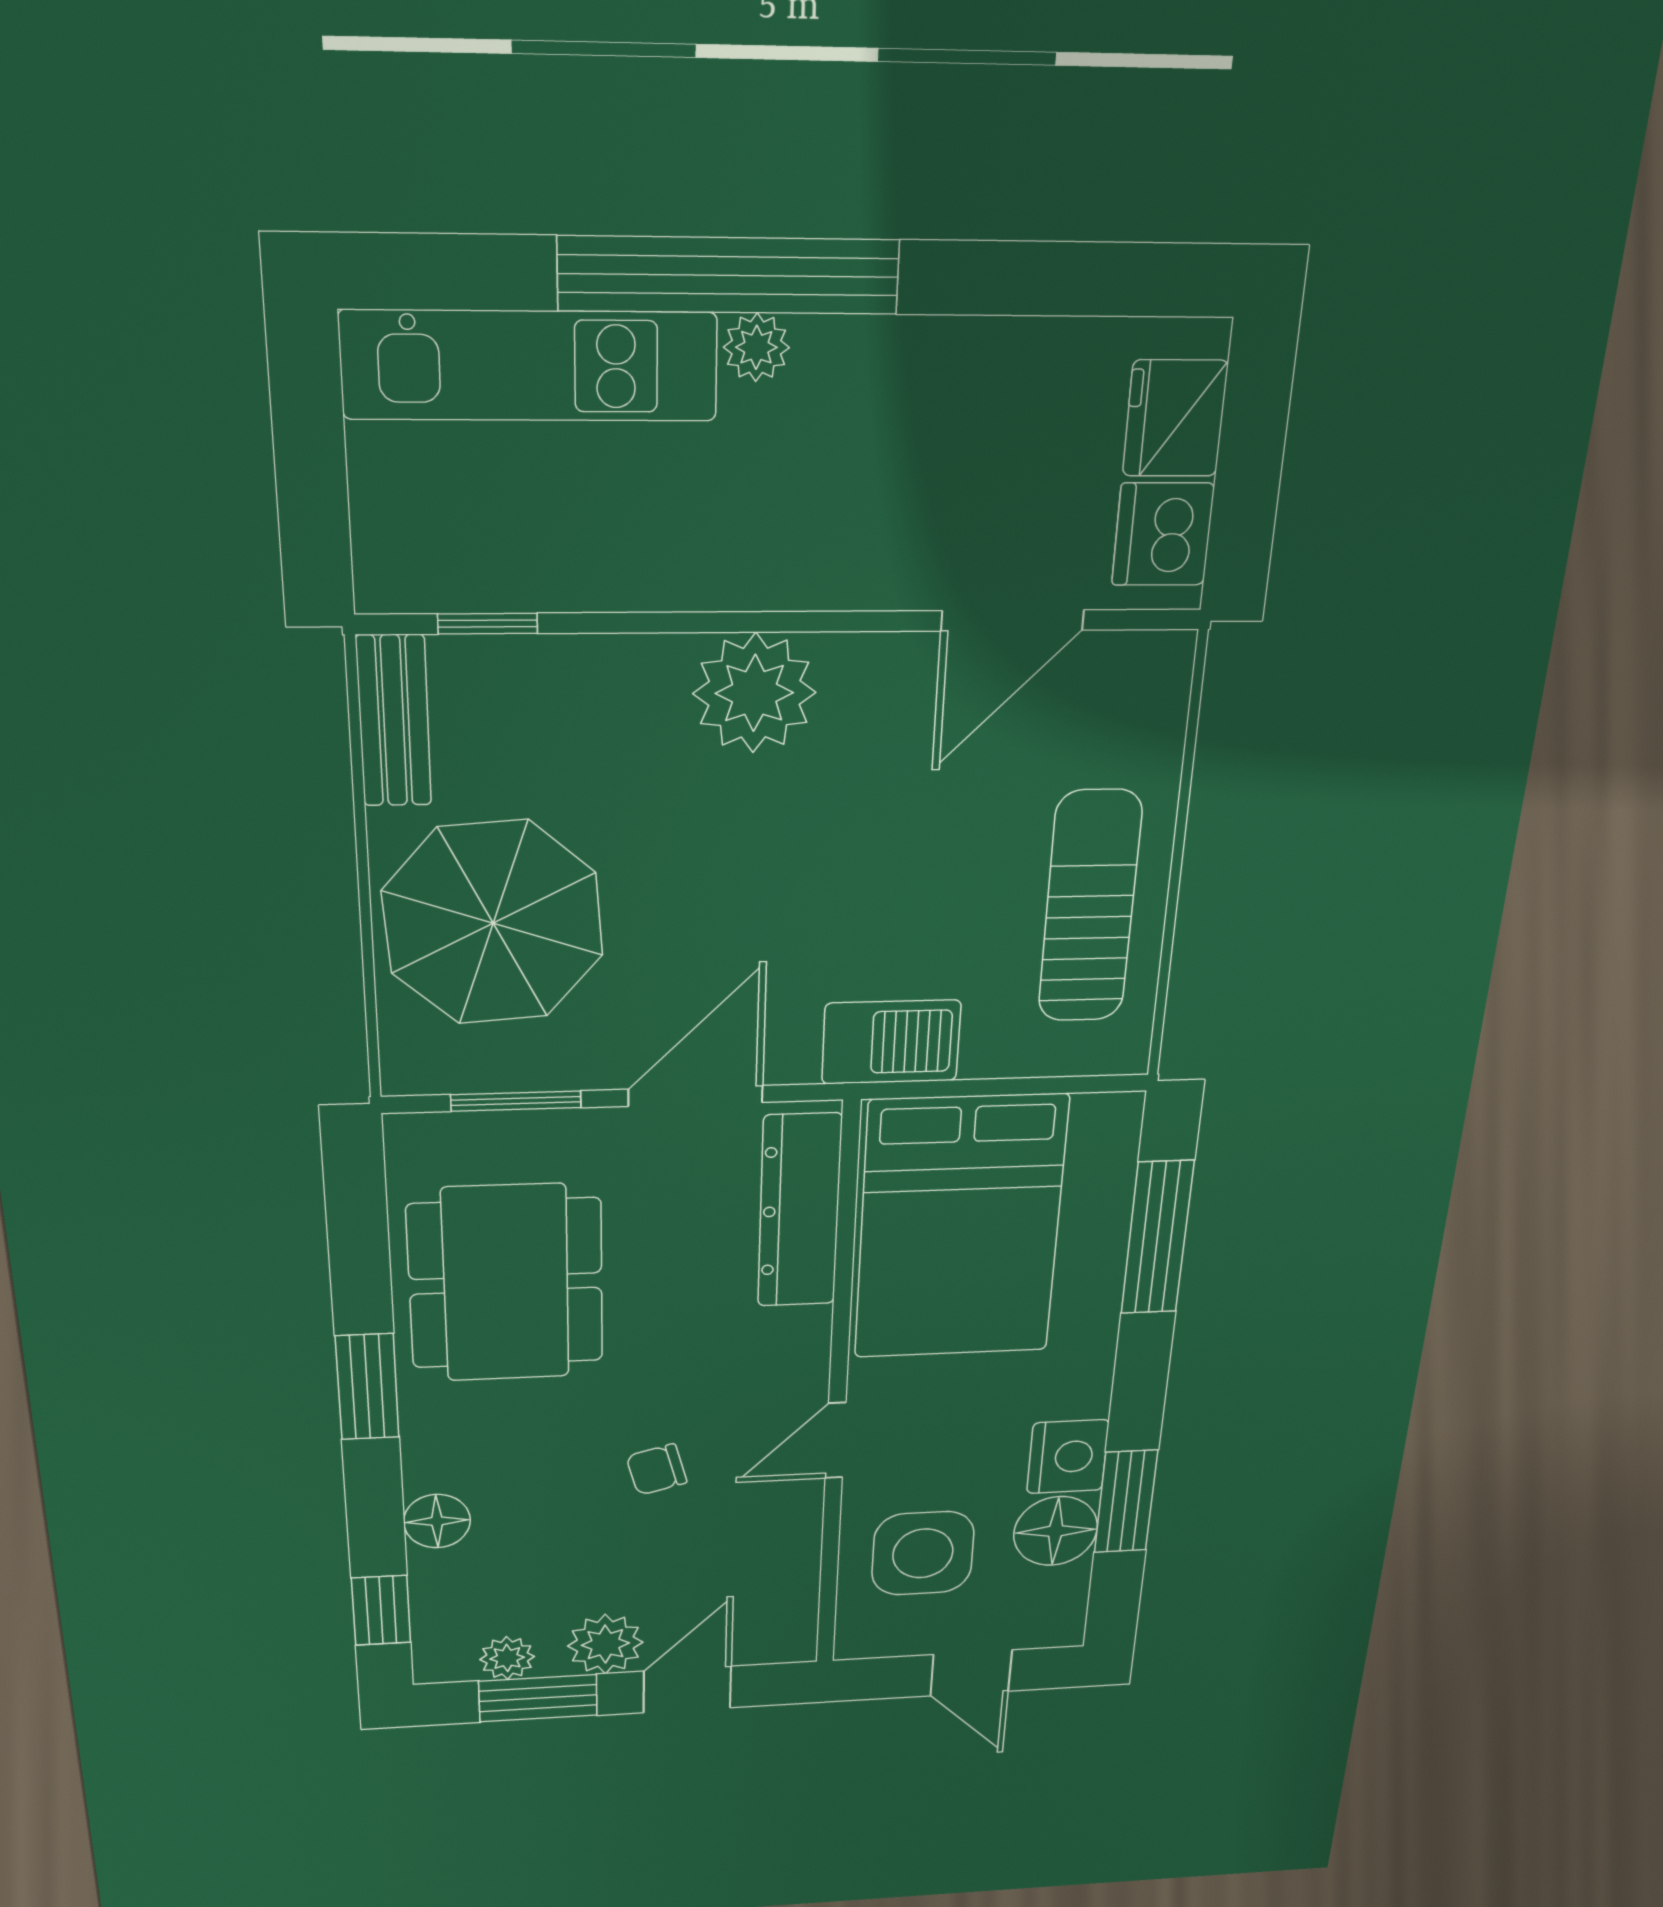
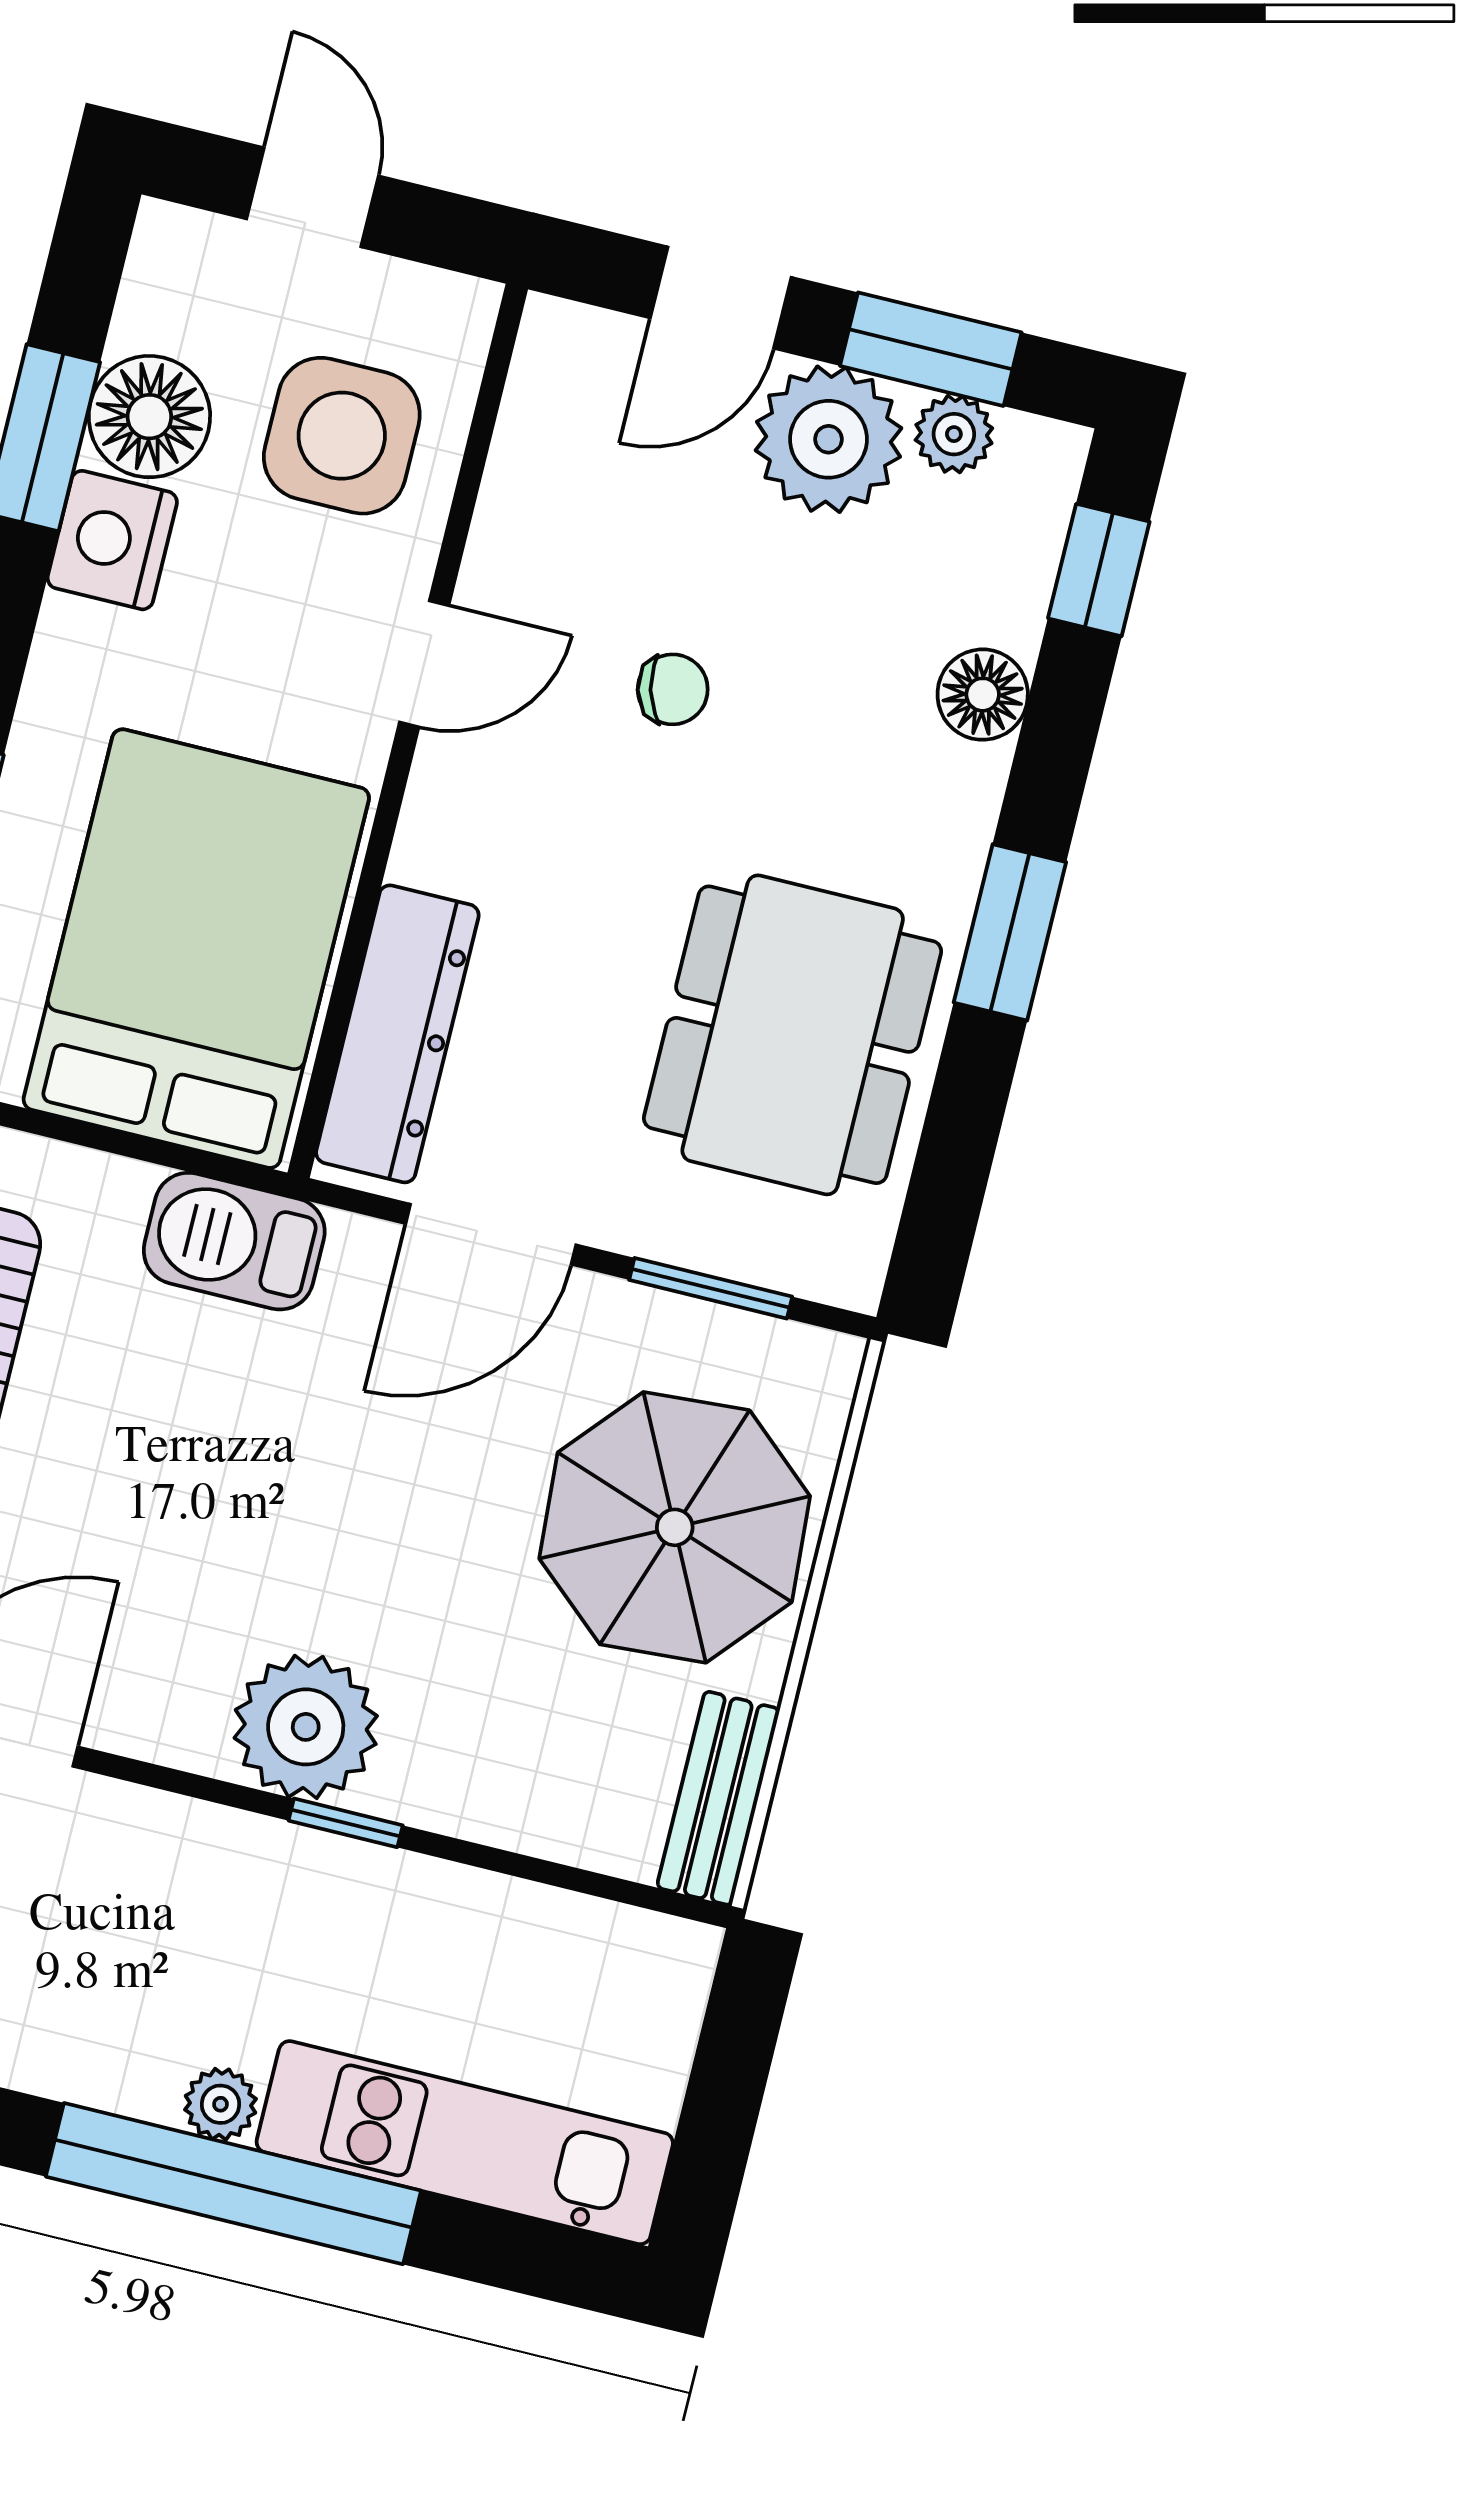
window: (488, 624) -> (346, 1823), moved
plant: (605, 1644) -> (828, 439), width x1.36, depth x1.36

